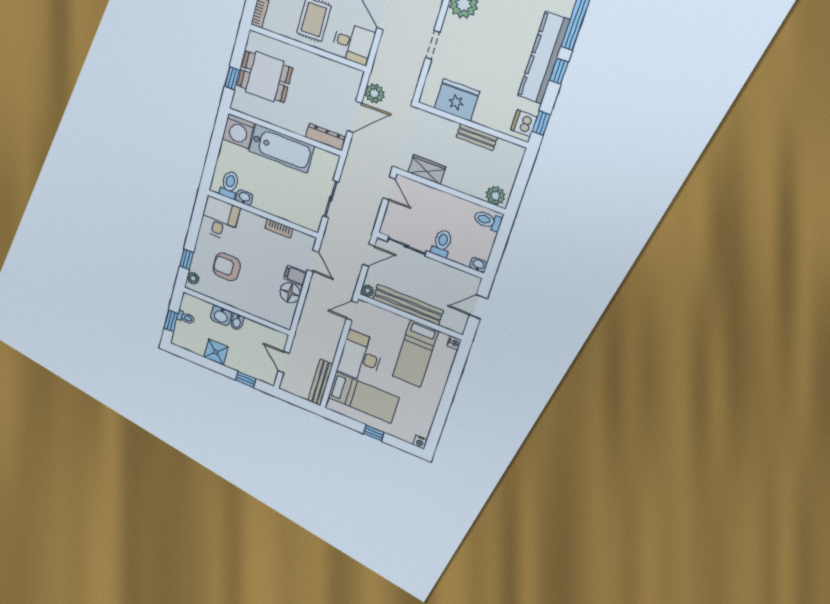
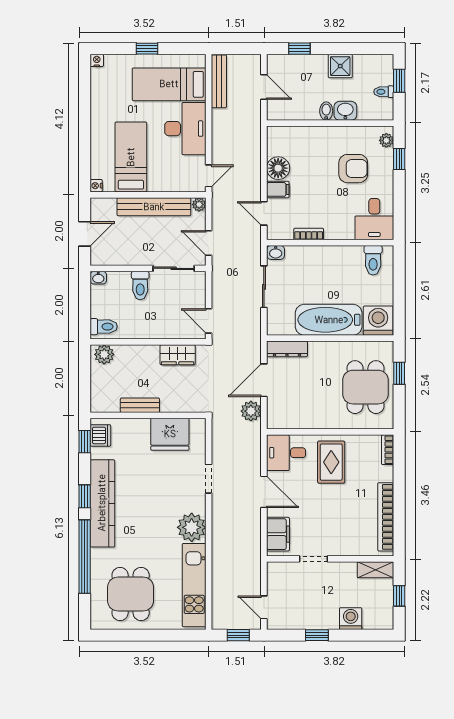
dining table: (265, 77) -> (365, 387), turned 90
washbasin: (244, 198) -> (276, 252), moved
door: (369, 255) -> (209, 243), hinge flipped

